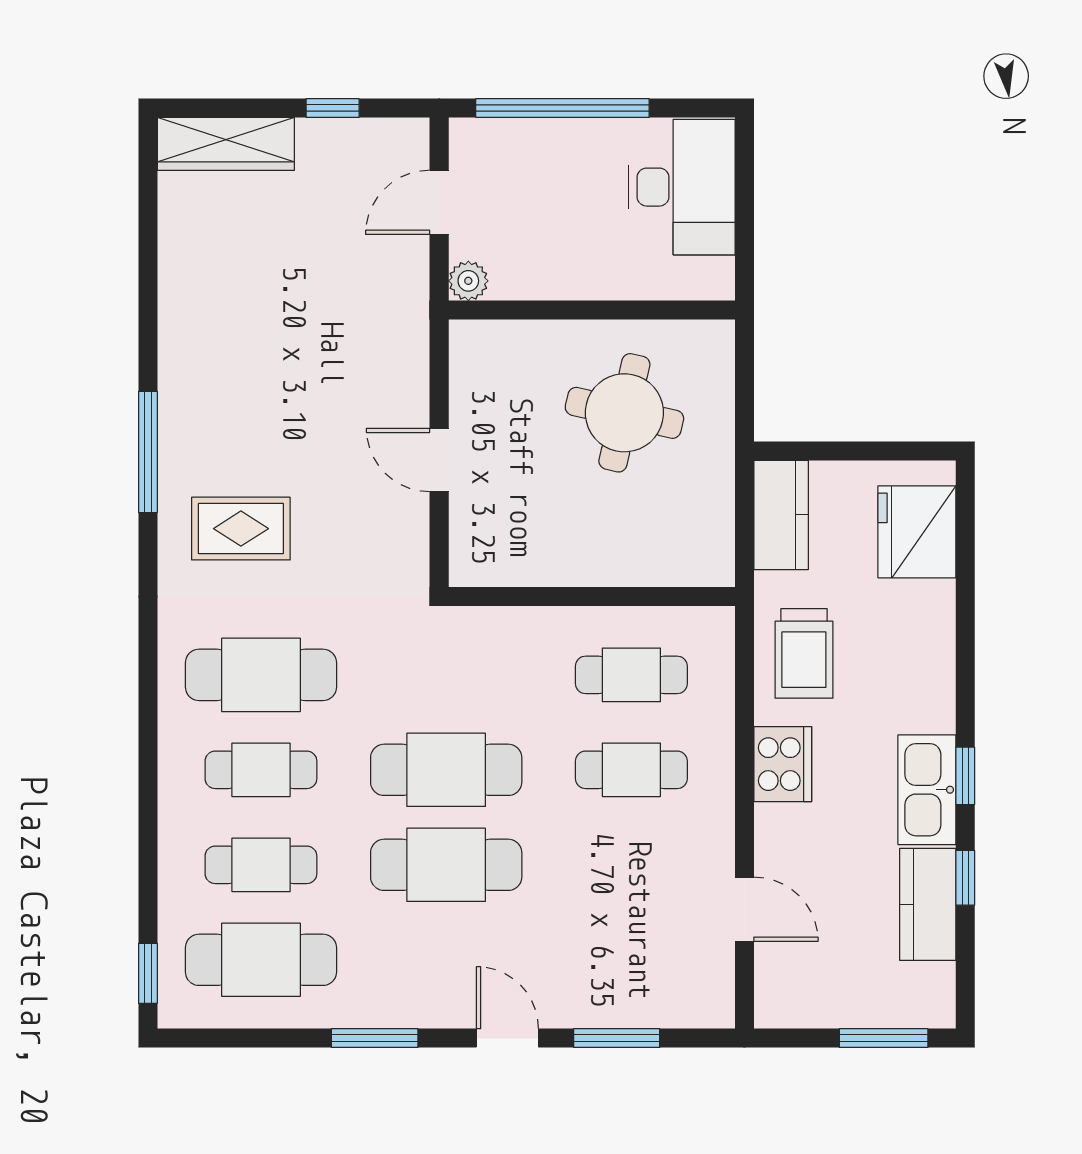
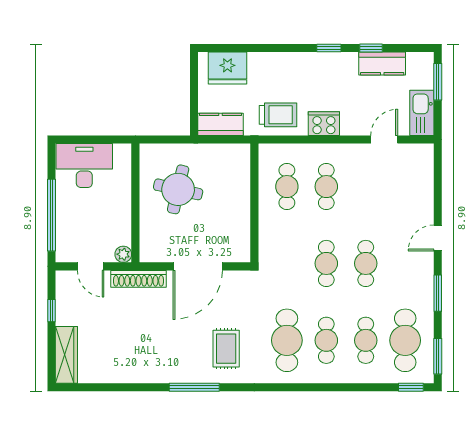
shoe rack: (409, 318) -> (139, 279), added
door: (439, 460) -> (198, 266), width x1.88
cafe table: (446, 770) -> (326, 263), width x0.73, depth x0.74
kitchen sink: (927, 790) -> (422, 113), moved, turned 90
cafe table: (446, 865) -> (366, 263), width x0.73, depth x0.74
window: (617, 1038) -> (438, 356), moved

